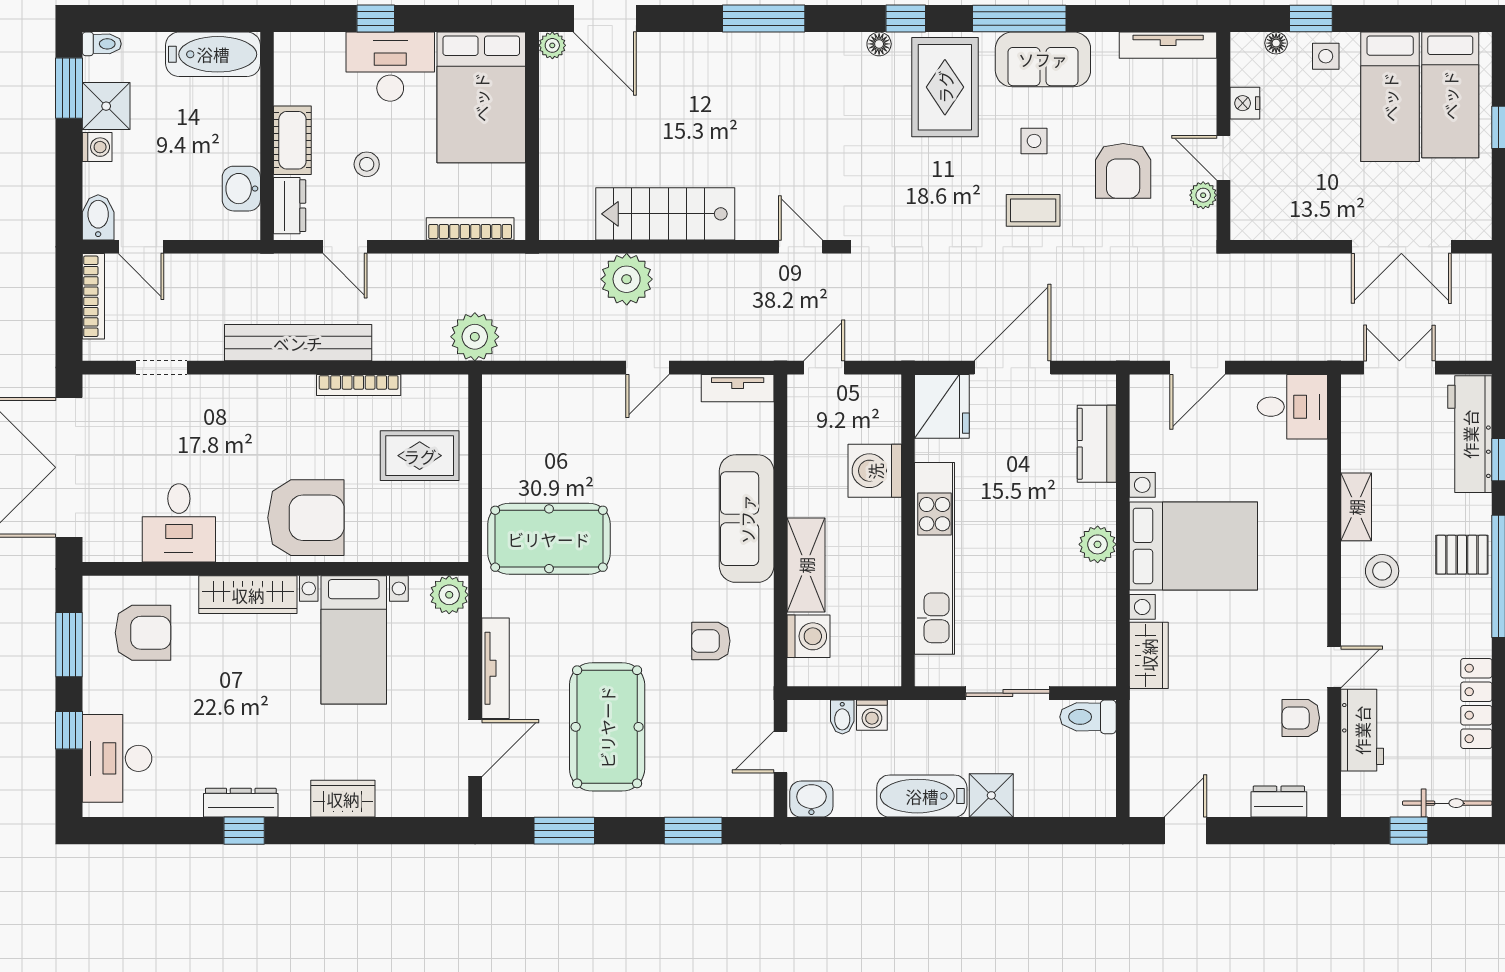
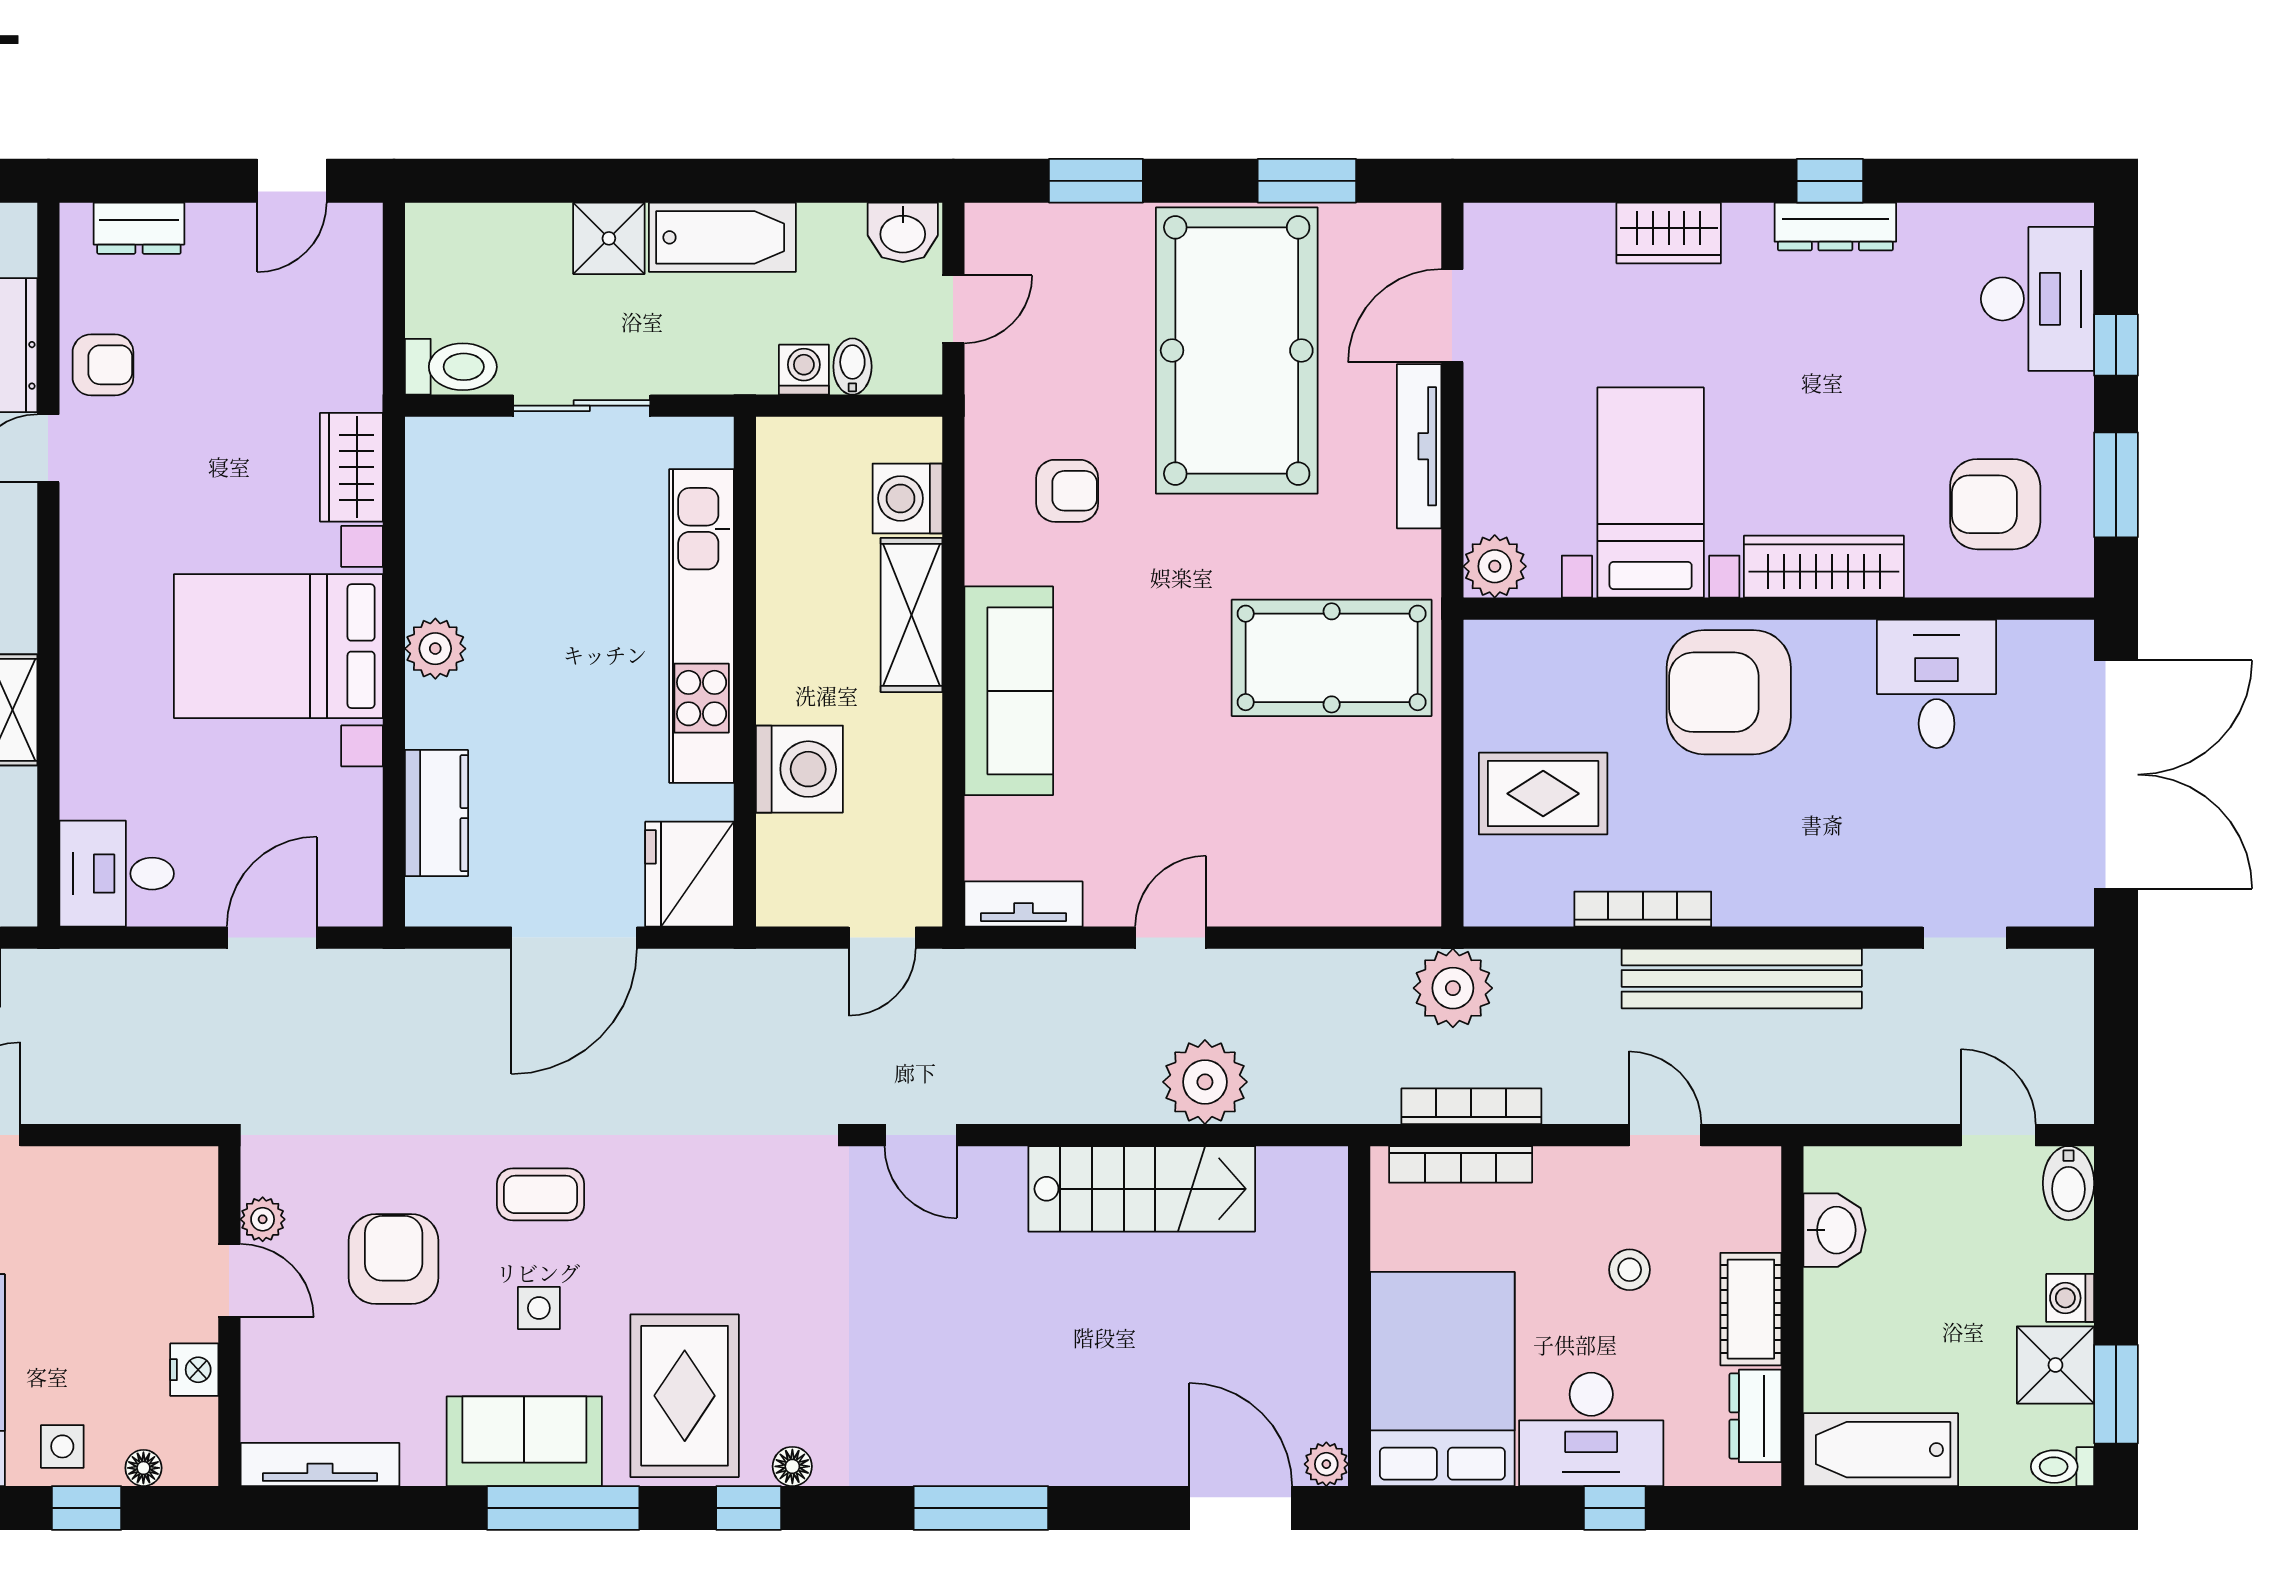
dresser: (290, 206) -> (1755, 1416), moved
bookcase: (93, 296) -> (1471, 1106), moved, turned 90
pool table: (607, 727) -> (1237, 350), width x1.36, depth x1.32

